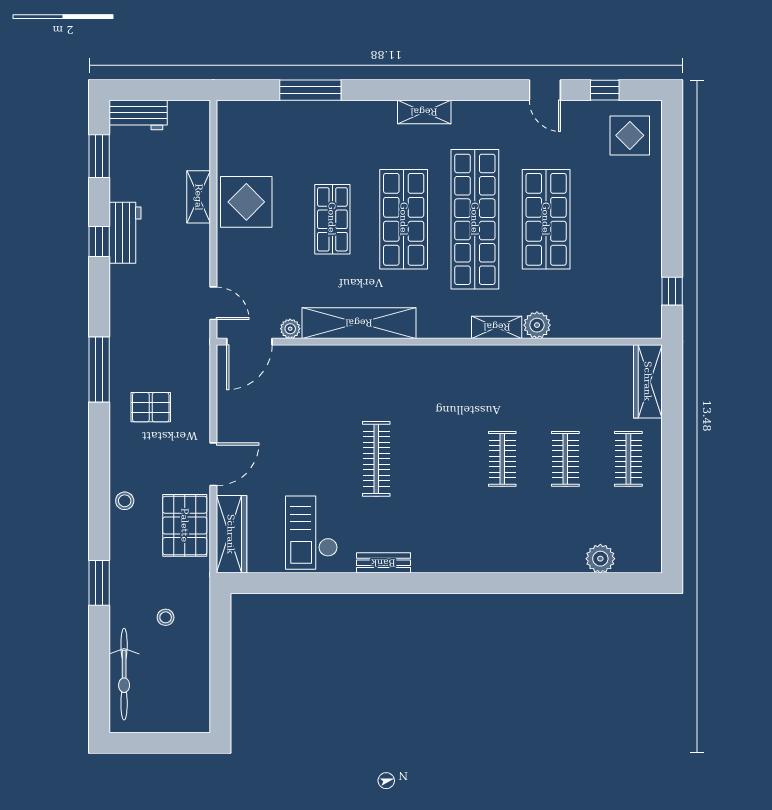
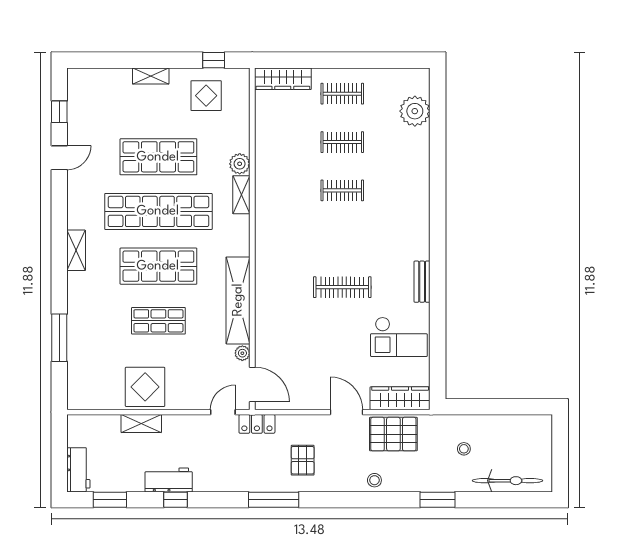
display table: (630, 135) -> (206, 96), moved
shelving: (651, 209) -> (151, 76), added
locker: (198, 348) -> (257, 424), added
plant: (600, 559) -> (415, 111), width x1.36, depth x1.36

